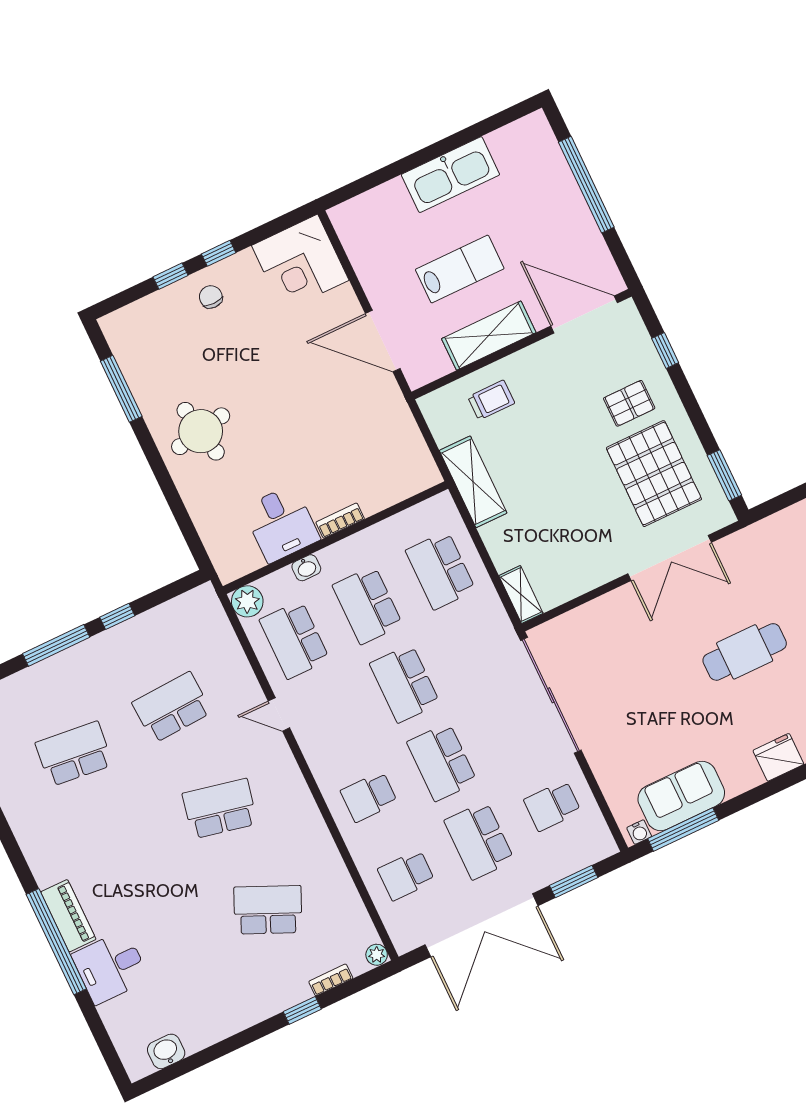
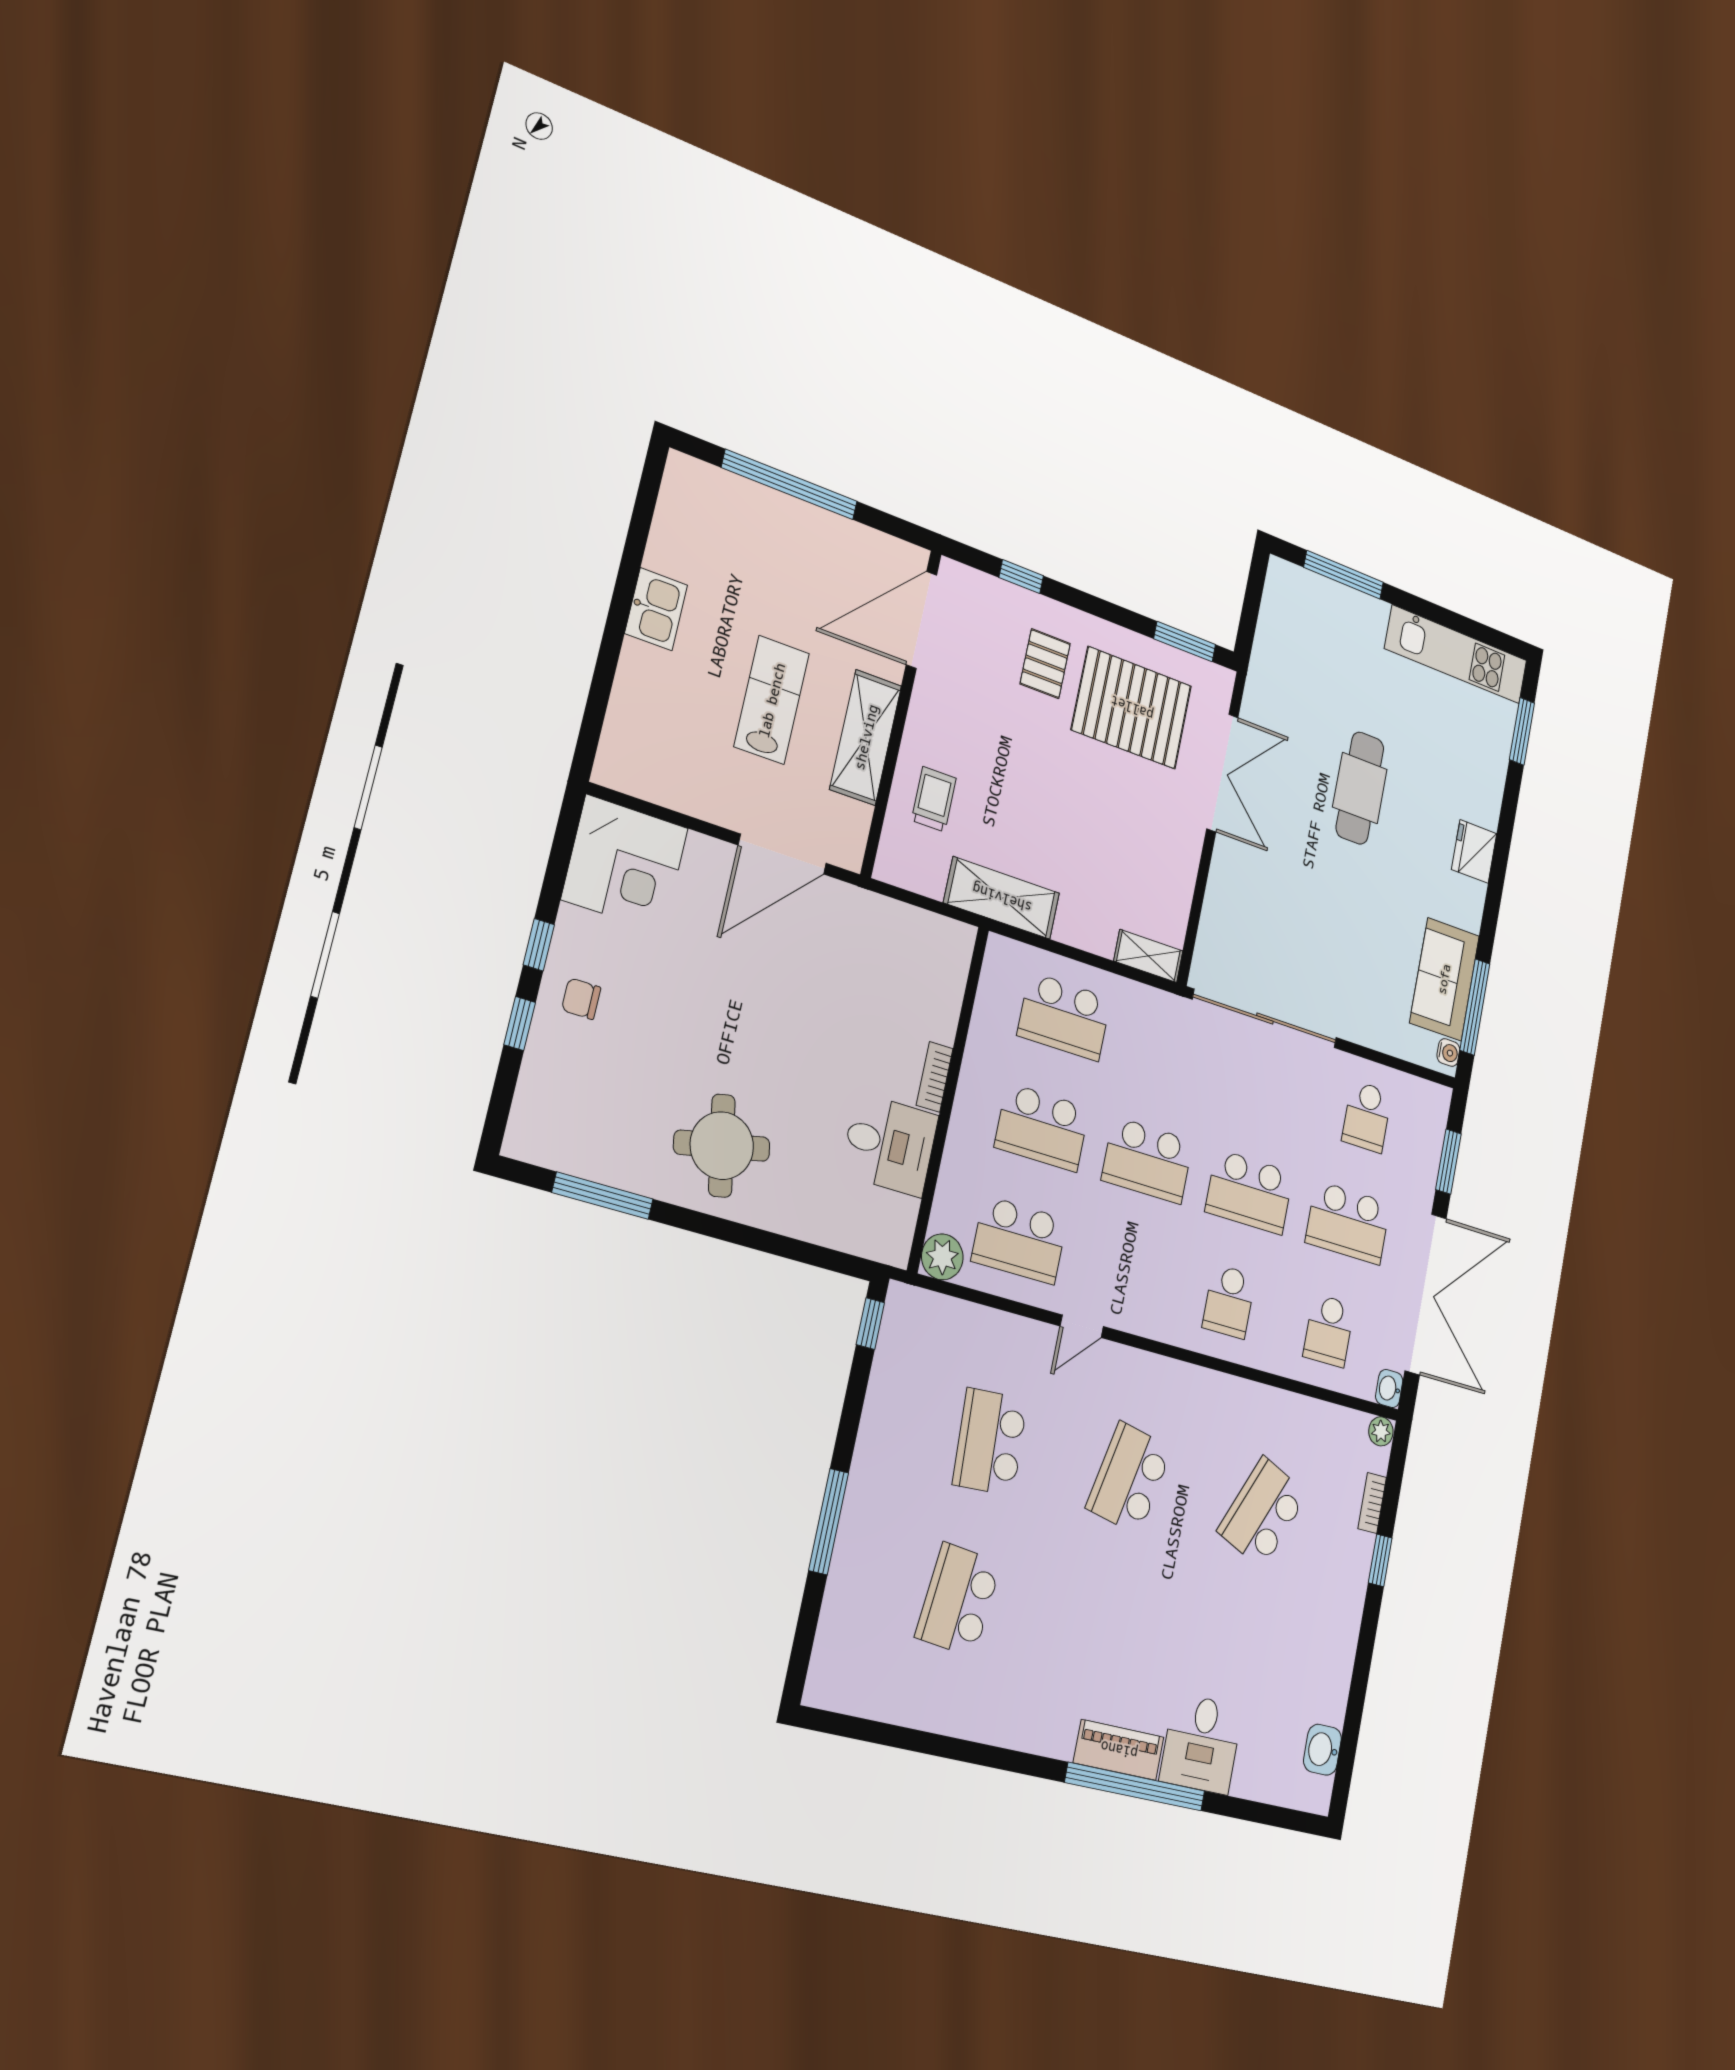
kitchen sink: (450, 175) -> (656, 609), width x0.53, depth x0.81
washbasin: (306, 568) -> (1389, 1389), moved, turned 180
window: (117, 616) -> (870, 1324), moved

